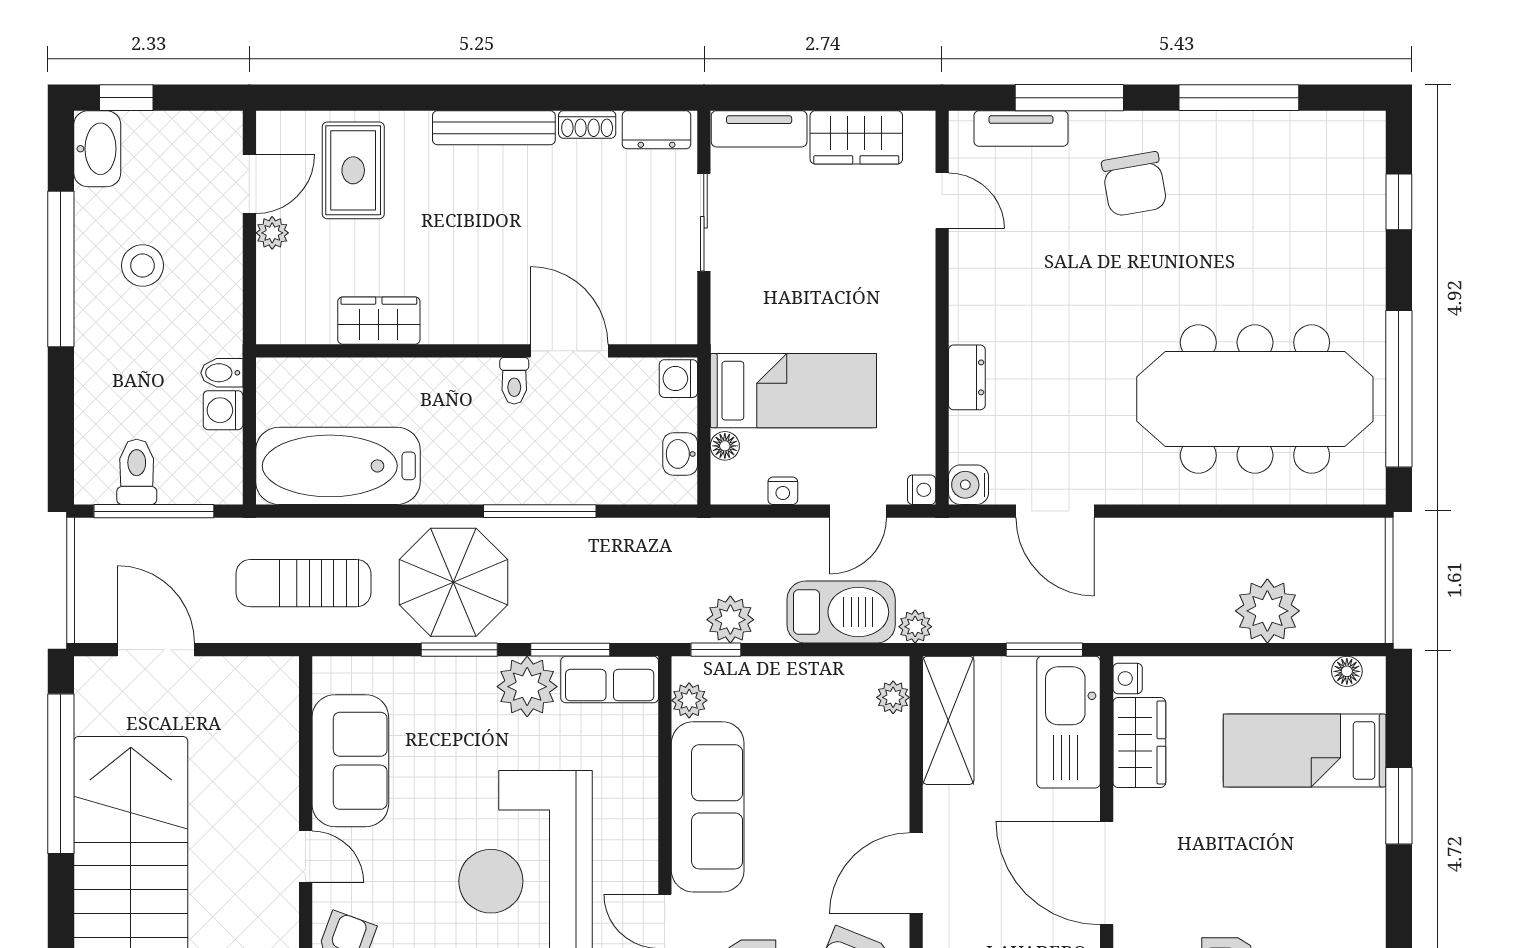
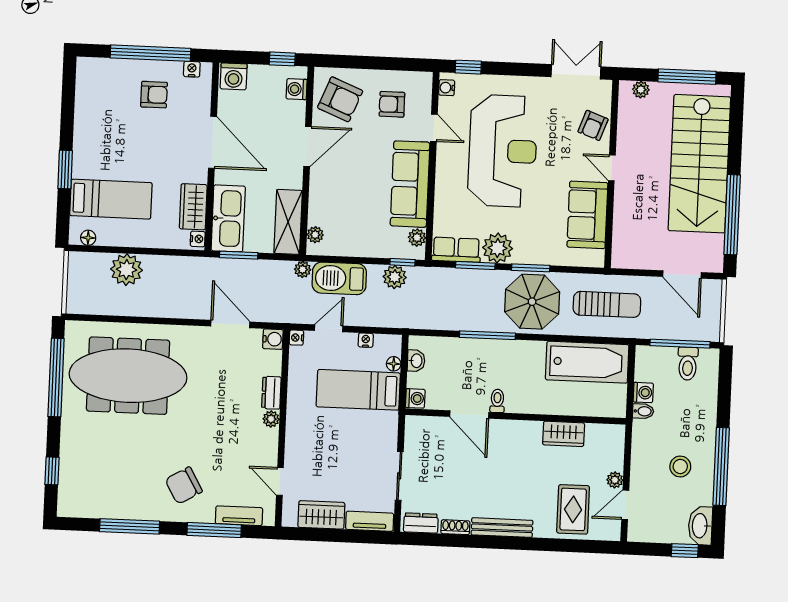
chair: (1134, 184) -> (184, 486), turned -110
plant: (965, 325) -> (271, 419), added

